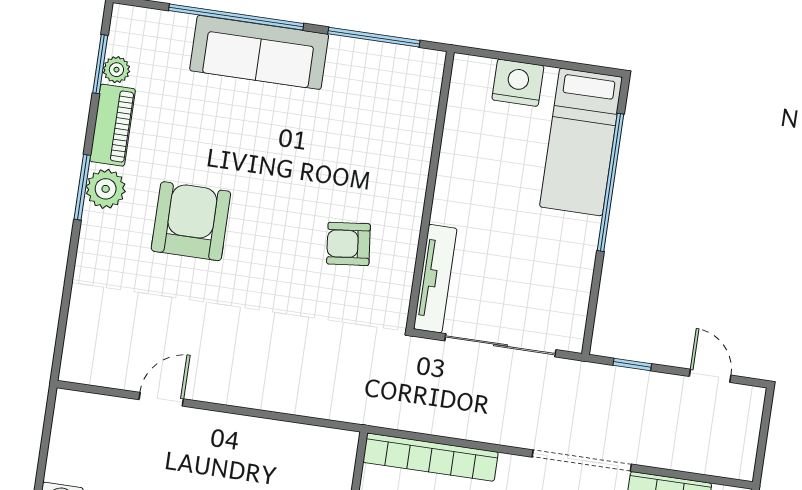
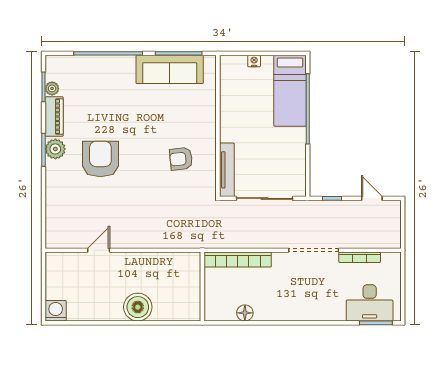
sofa: (259, 52) -> (170, 69), moved
nightstand: (518, 83) -> (254, 61), width x0.53, depth x0.56

